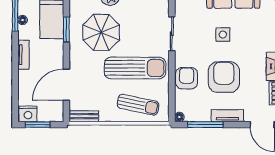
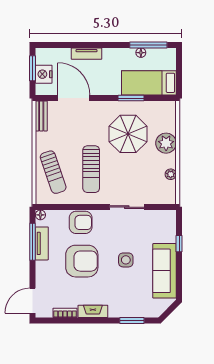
tv unit: (23, 55) -> (87, 54), moved
sun lounger: (135, 68) -> (91, 169), width x0.73, depth x0.75
sun lounger: (138, 105) -> (53, 172), turned -31
nightstand: (28, 114) -> (44, 74), moved
tv unit: (227, 116) -> (42, 243), moved

